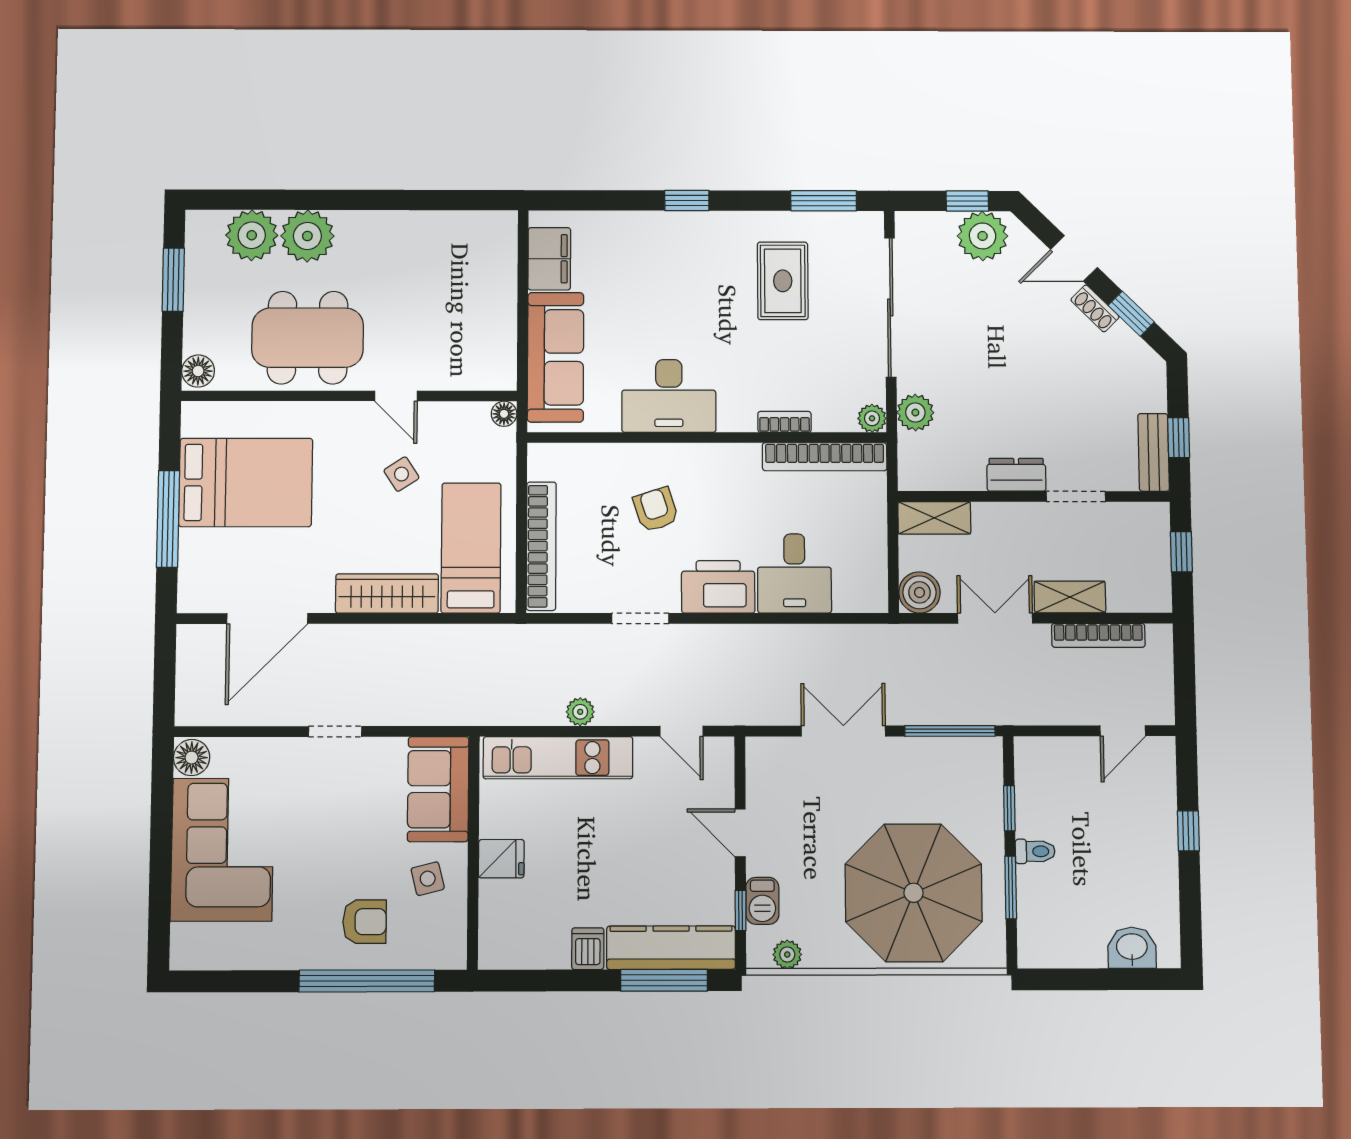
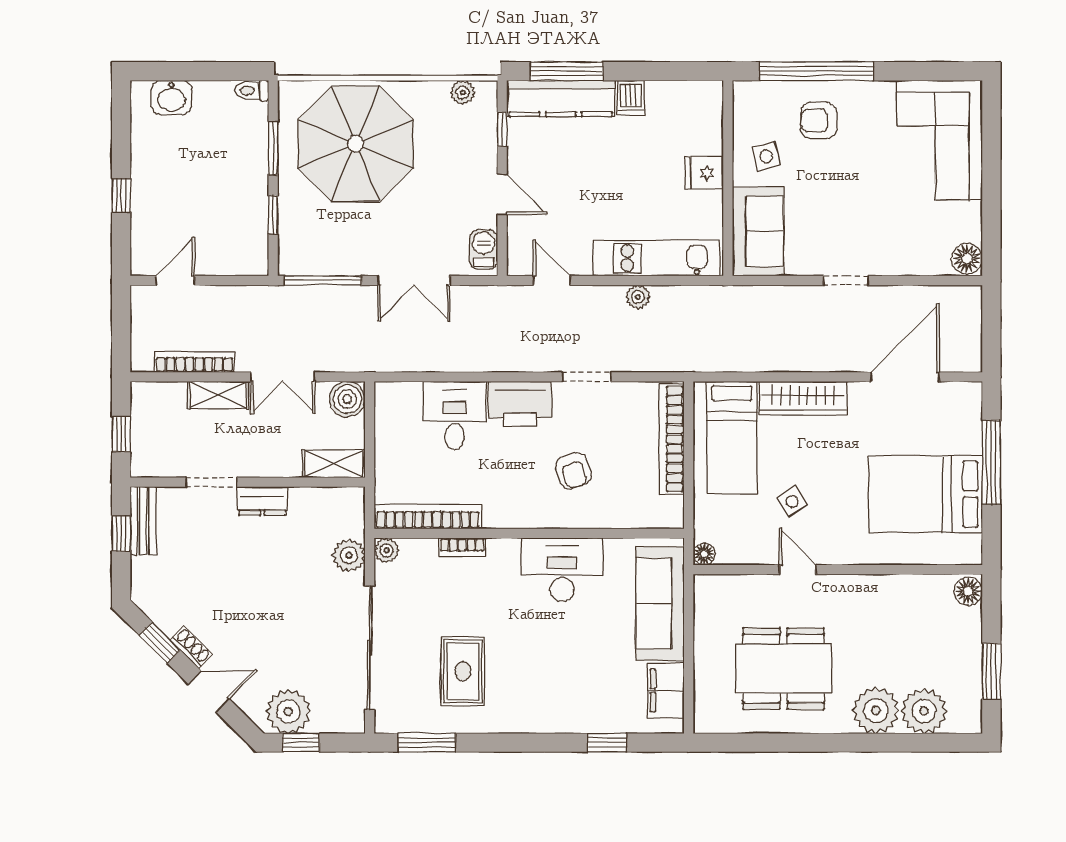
window: (687, 200) -> (607, 743), moved
dining table: (308, 338) -> (784, 669), moved
corner sofa: (222, 850) -> (940, 140), moved
toilet: (1035, 851) -> (252, 91), moved
barbecue: (762, 901) -> (484, 249), moved

